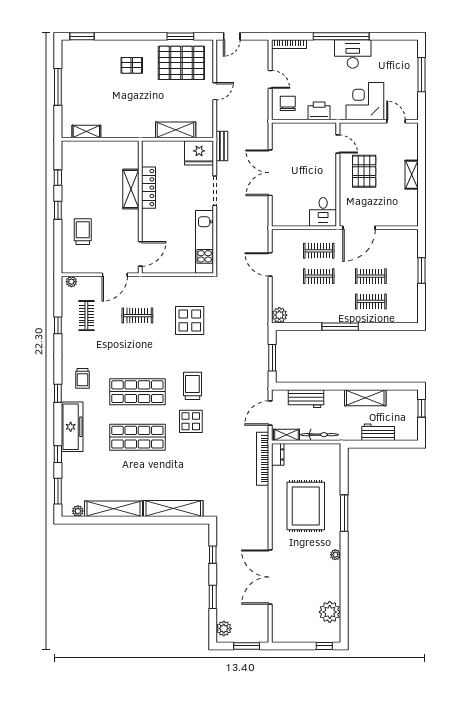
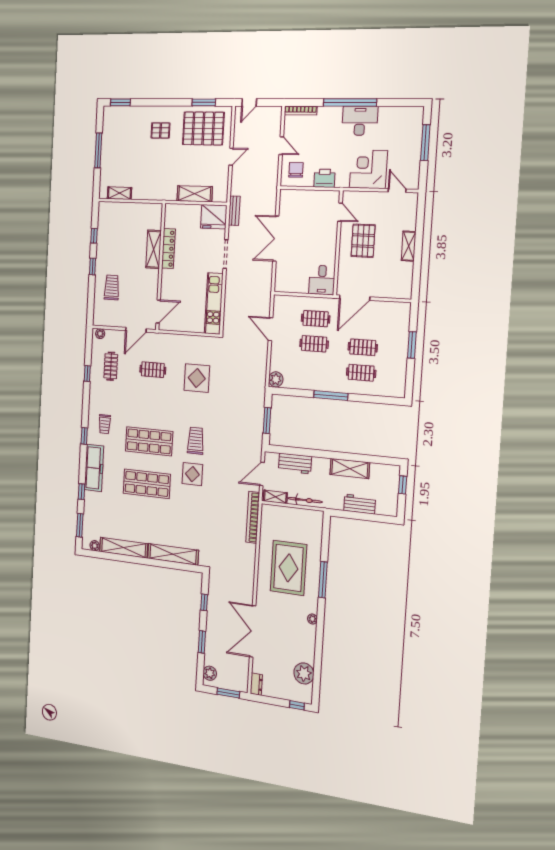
dresser: (278, 454) -> (256, 684), moved

